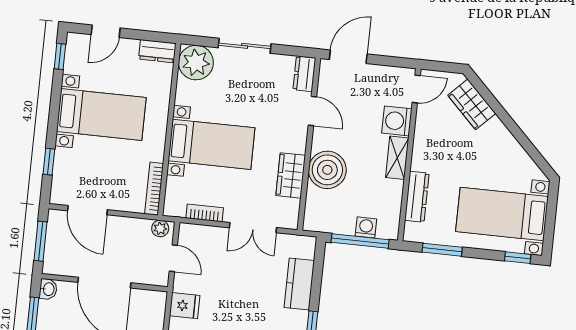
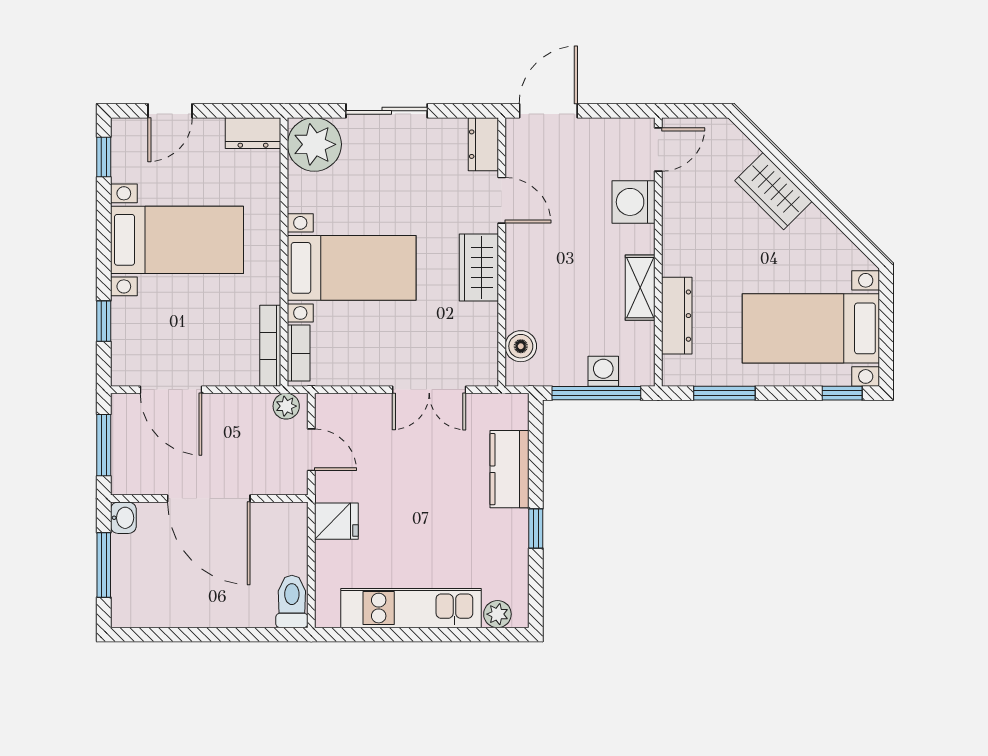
wardrobe: (472, 104) -> (773, 191), moved
shelving: (397, 158) -> (640, 288), moved
boiler: (327, 170) -> (521, 346), moved, width x0.54, depth x0.54
wardrobe: (291, 175) -> (479, 267), moved
bookcase: (205, 213) -> (299, 353), moved, turned 90

